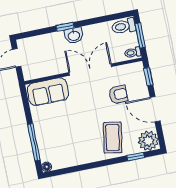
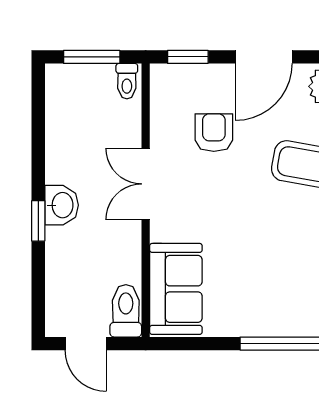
toilet: (124, 26) -> (126, 311), moved, turned 180
double door: (90, 70) -> (146, 184), width x0.73

